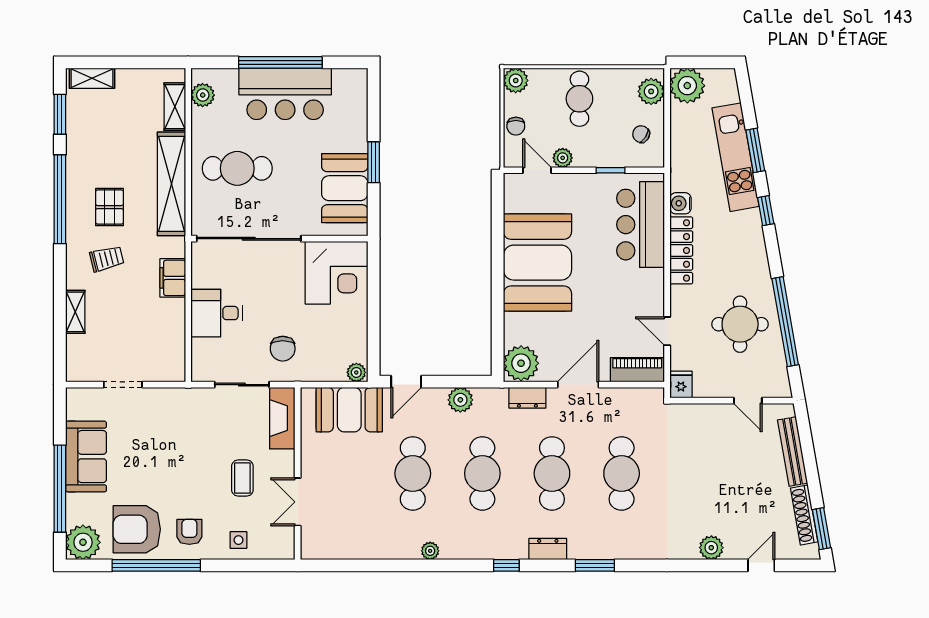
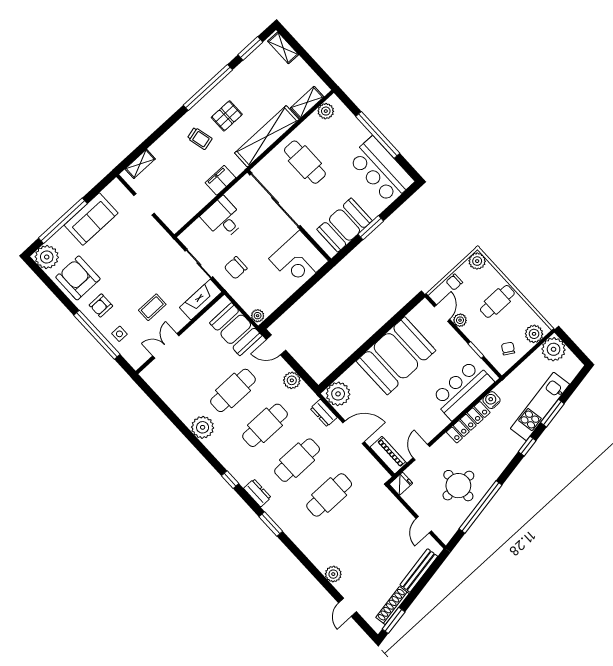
bar counter: (285, 94) -> (381, 170), moved
shelving: (75, 312) -> (140, 164), moved
armchair: (189, 532) -> (101, 306), turned 180
plant: (430, 551) -> (203, 427), width x1.87, depth x1.87
window: (156, 565) -> (97, 335), moved
door: (761, 565) -> (347, 607), swing flipped

